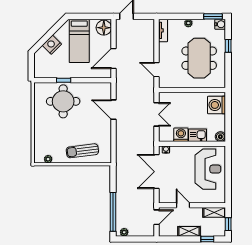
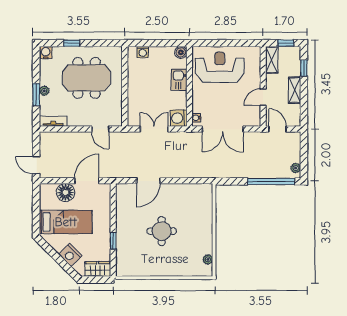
window: (213, 16) -> (36, 95), moved
floor lamp: (104, 28) -> (65, 192), moved
door: (114, 58) -> (87, 181), swing flipped
wardrobe: (40, 67) -> (98, 269), added
door: (157, 70) -> (100, 129), hinge flipped
round table: (63, 101) -> (162, 231), moved, width x0.73, depth x0.73
washing machine: (217, 105) -> (143, 52), width x0.53, depth x0.53
washing machine: (181, 135) -> (178, 118), moved
sun lounger: (82, 151) -> (198, 218), removed

